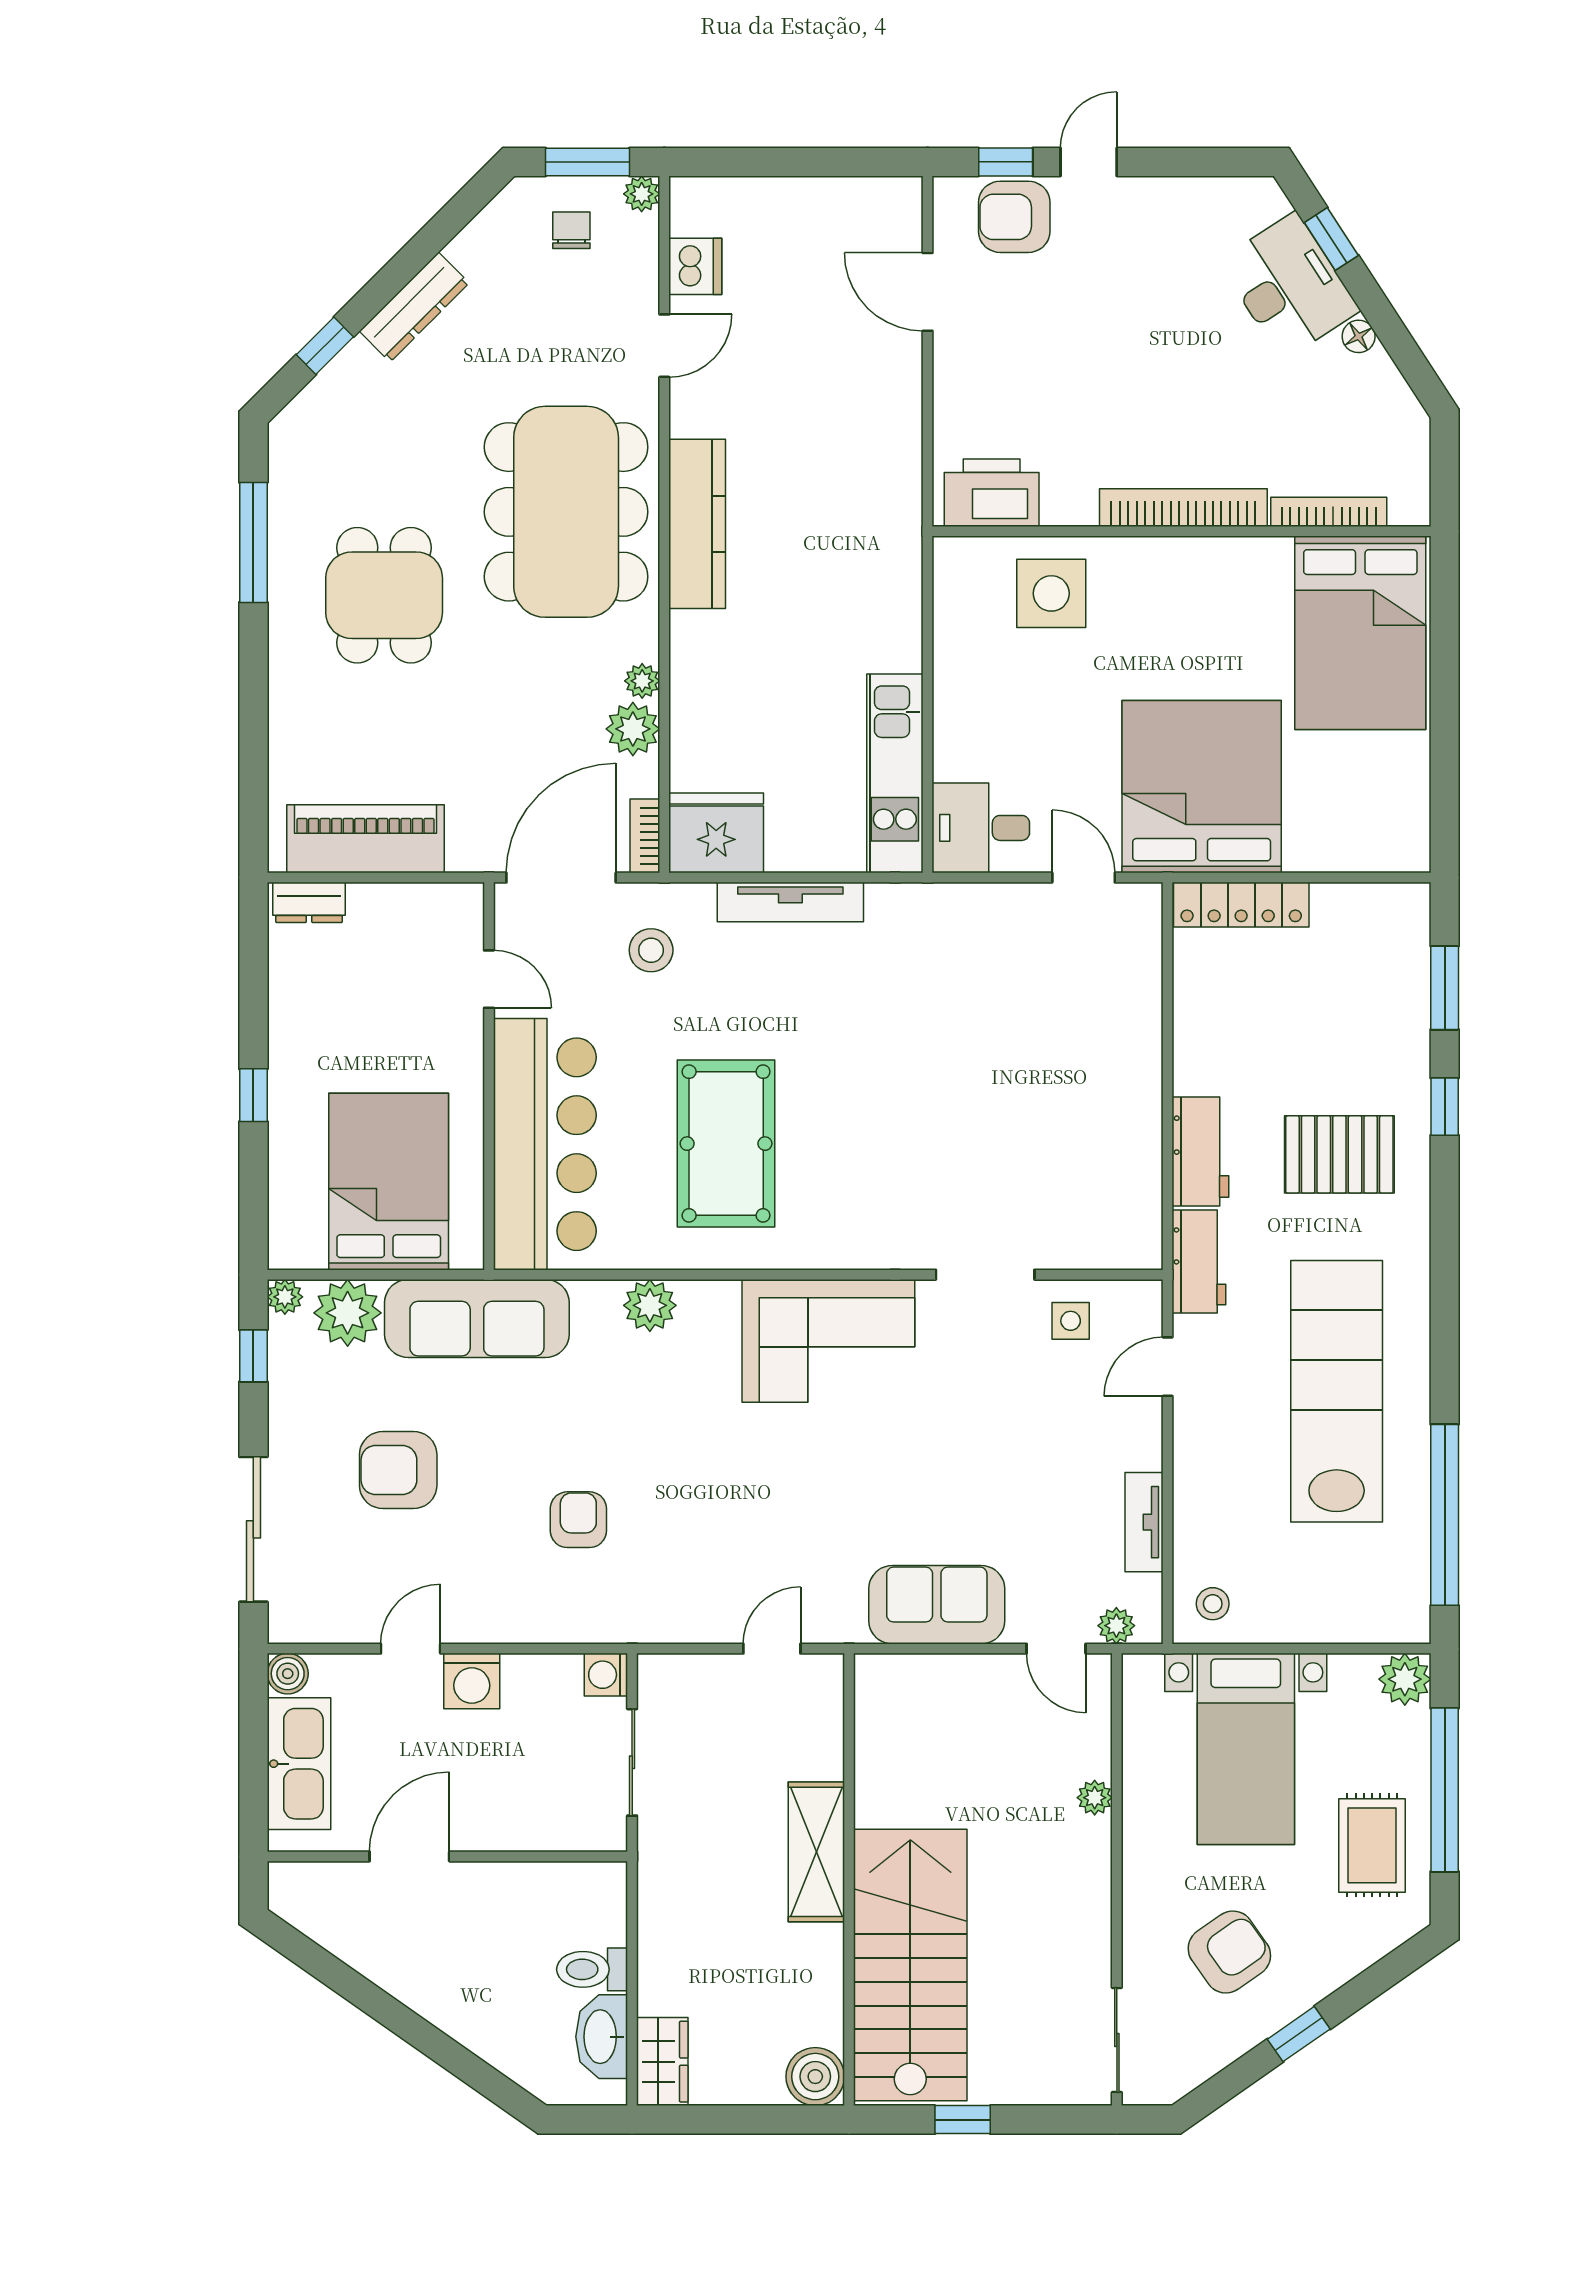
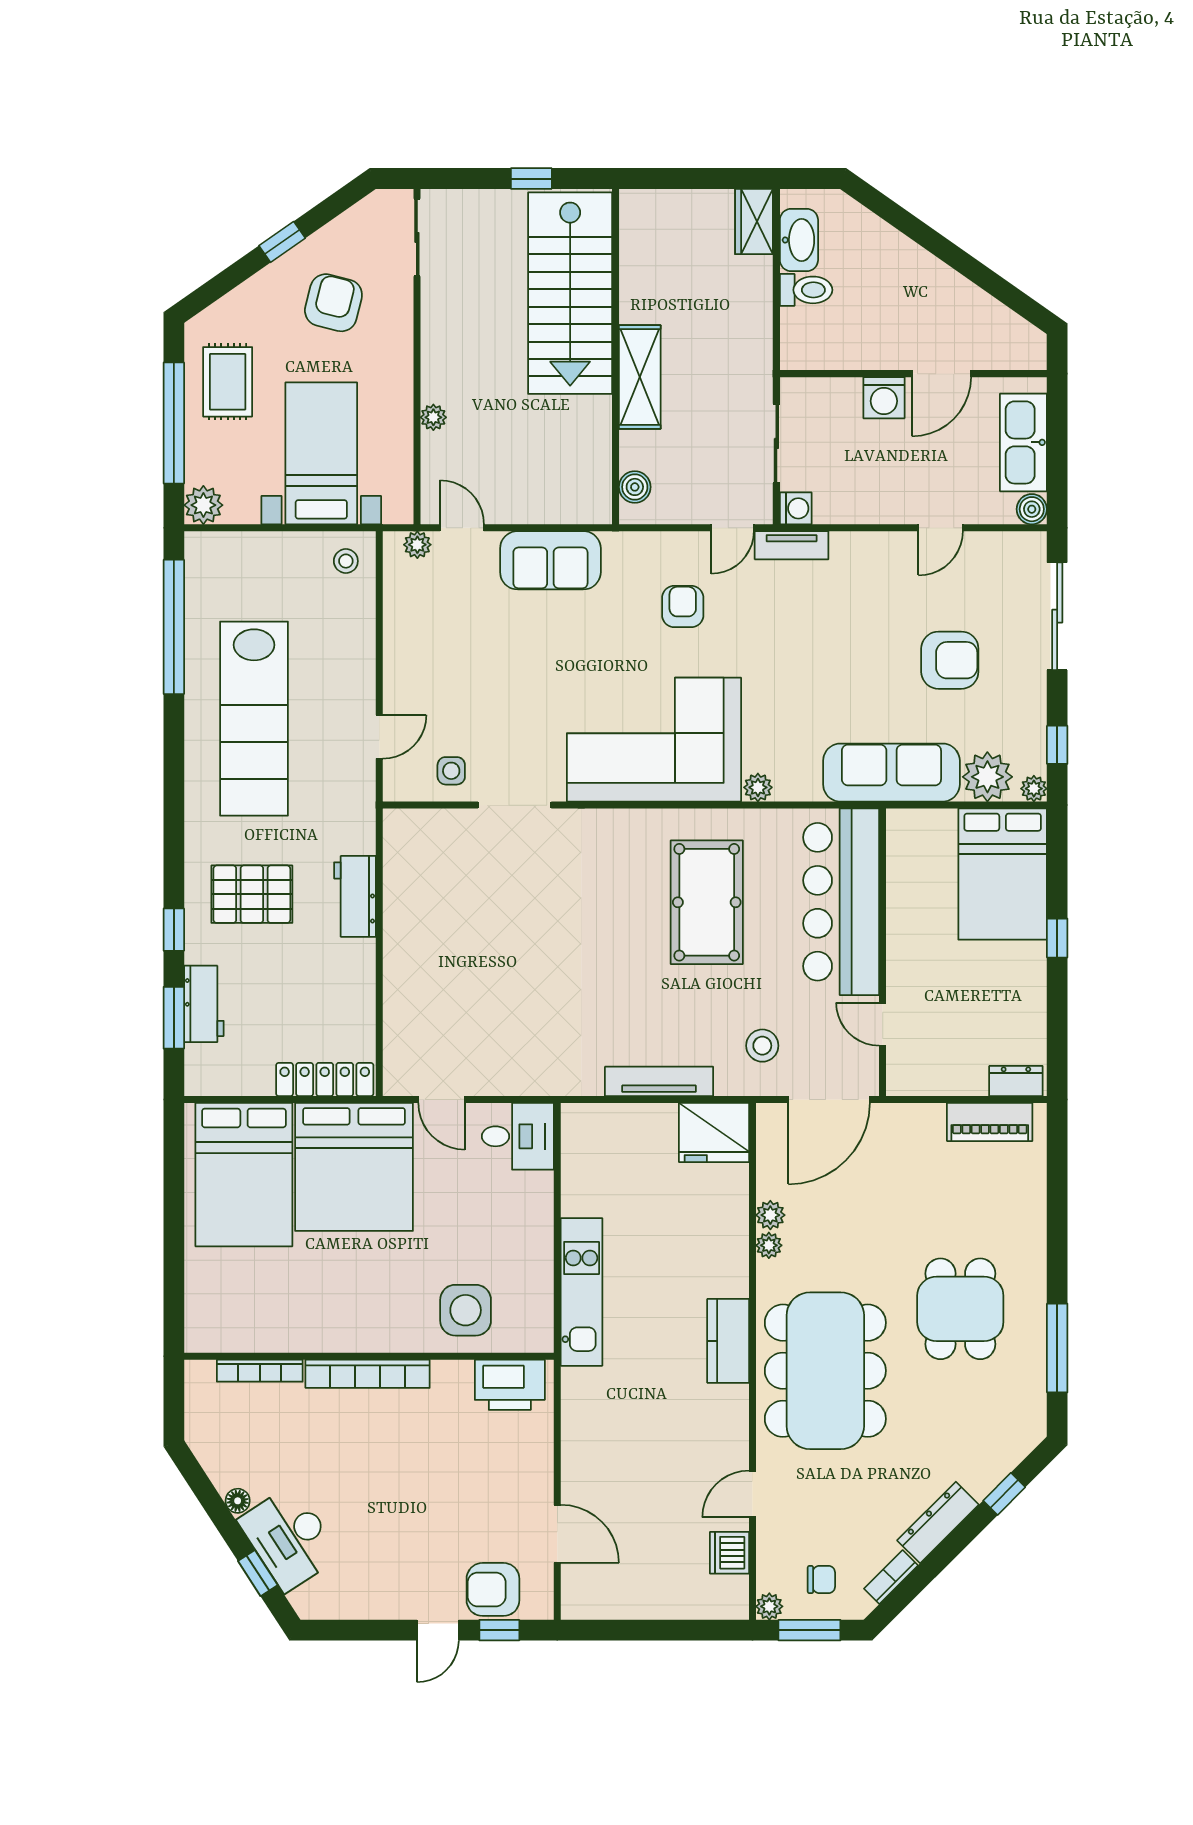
armchair: (1014, 217) -> (493, 1589), turned 180
chair: (571, 230) -> (821, 1580), turned -90
kitchen counter: (697, 524) -> (728, 1341), width x0.67
bed: (1360, 633) -> (244, 1175), moved, turned 180
plant: (633, 729) -> (770, 1215), width x0.73, depth x0.73
kitchen unit: (895, 773) -> (582, 1292), moved
bookcase: (645, 836) -> (891, 1577), moved, turned -135
piano: (365, 839) -> (990, 1122), width x0.73, depth x0.75
bed: (389, 1182) -> (1003, 874), moved
workbench: (1199, 1261) -> (204, 1004), moved, turned 180
plant: (650, 1305) -> (758, 787), width x0.73, depth x0.73
corner sofa: (828, 1341) -> (654, 740), width x1.36, depth x1.36
armchair: (578, 1520) -> (683, 607), moved, turned 180
tv unit: (1144, 1522) -> (792, 545), moved, turned 90
door: (772, 1649) -> (733, 528), moved
washing machine: (472, 1681) -> (884, 398), moved, turned 180
armchair: (1229, 1952) -> (333, 303), turned 139
boiler: (815, 2077) -> (635, 487), moved, width x0.73, depth x0.73

